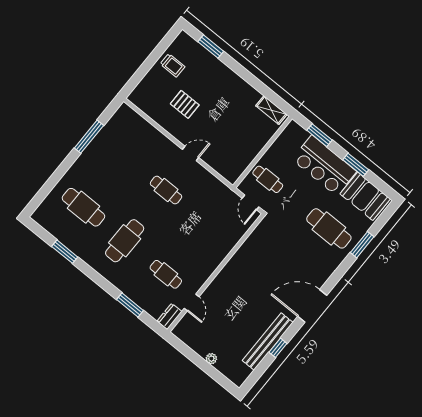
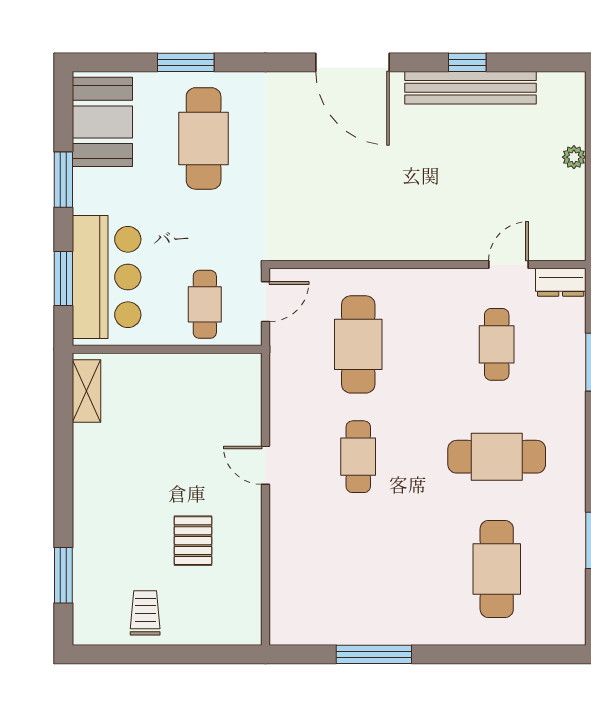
bar counter: (324, 165) -> (107, 277), moved
cafe table: (207, 224) -> (358, 344), added

